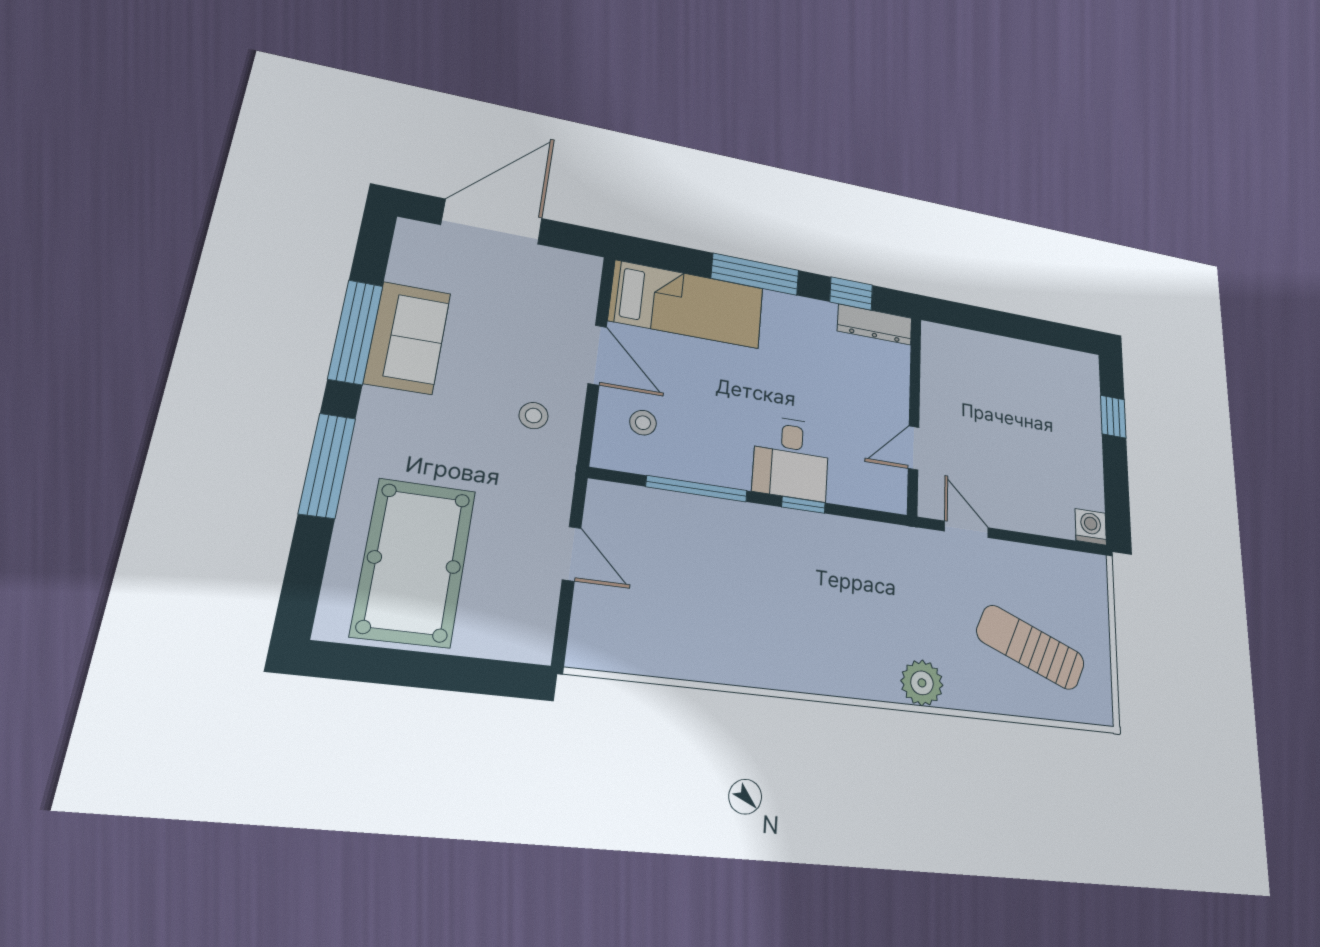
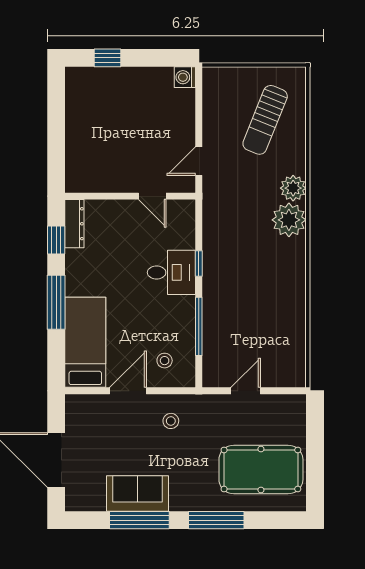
plant: (869, 669) -> (289, 220), added

